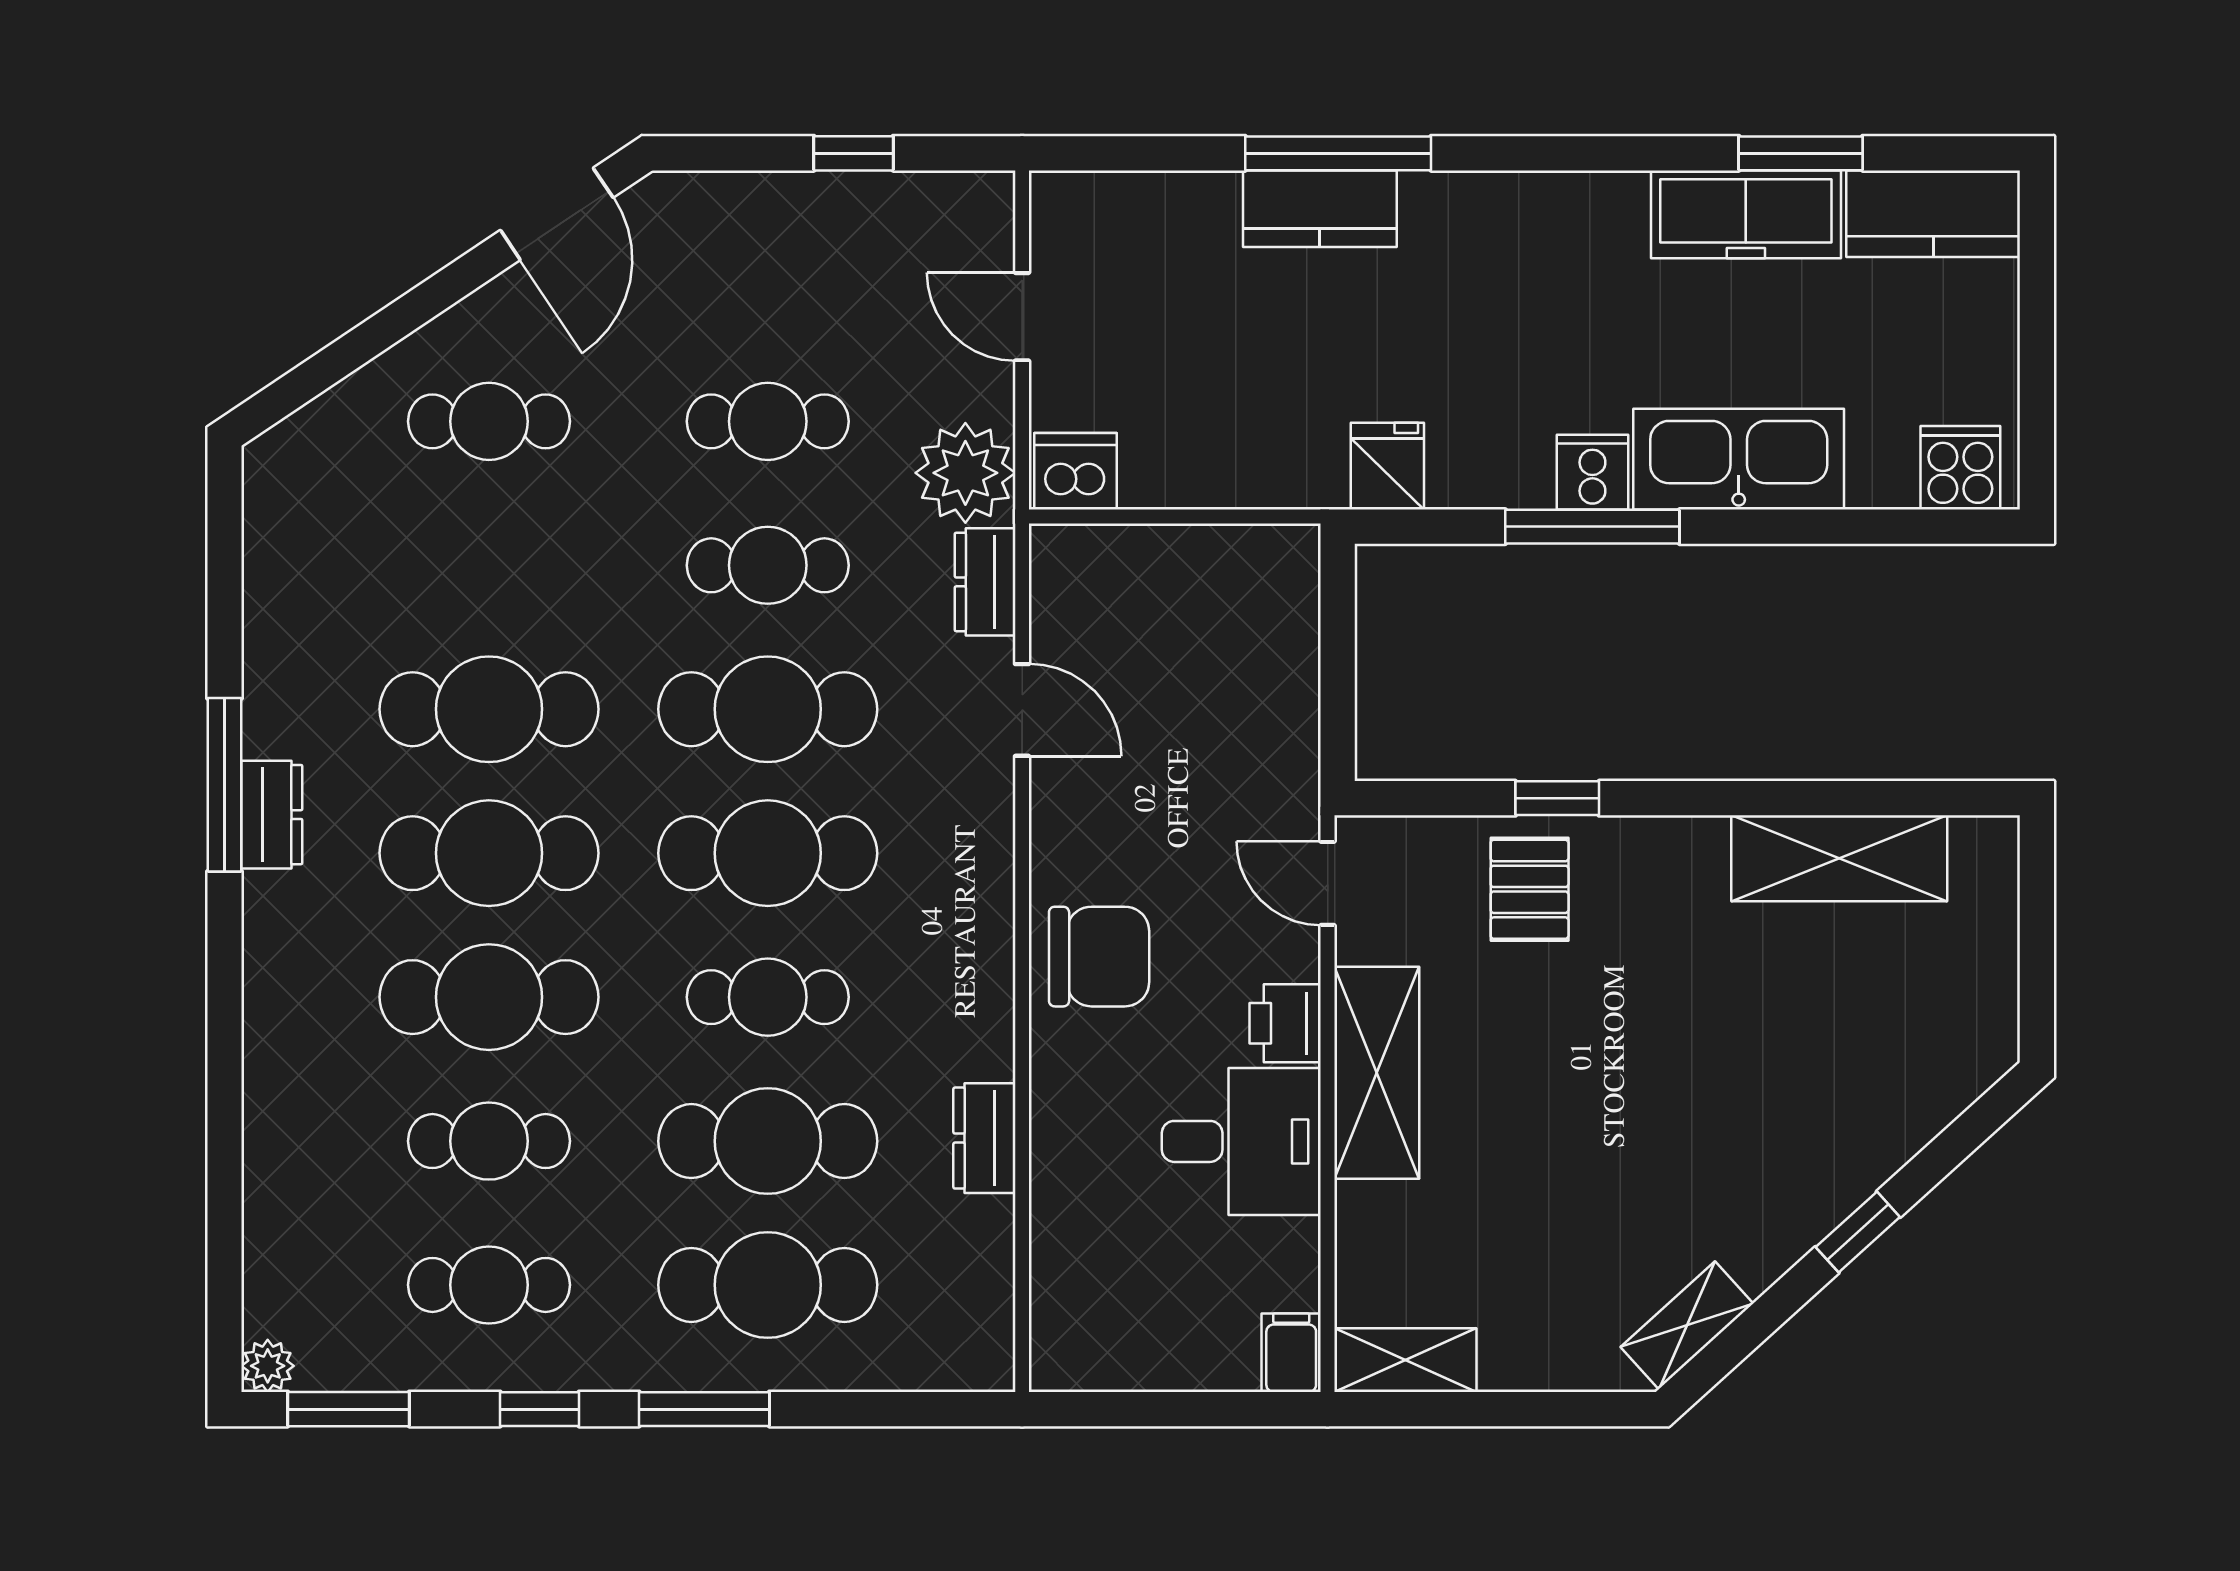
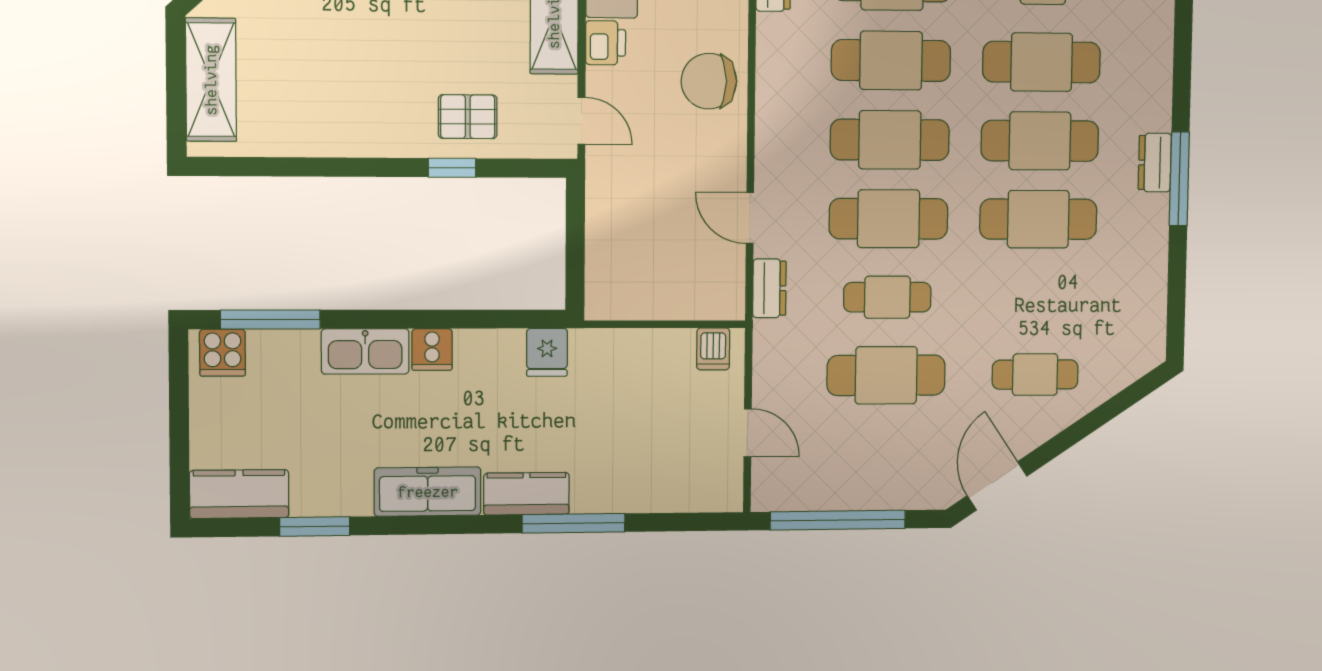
window: (853, 153) -> (838, 520), width x3.17
kitchen counter: (1320, 209) -> (526, 494), moved
freezer: (1746, 214) -> (428, 492), moved
cafe table: (768, 421) -> (886, 375), width x1.37, depth x1.35
kitchen sink: (1739, 459) -> (365, 351), width x0.73, depth x0.81
dishwasher: (1076, 471) -> (713, 349), width x0.73
plant: (965, 473) -> (779, 348), removed
window: (1592, 527) -> (270, 320), moved
shelving: (1839, 858) -> (211, 80), moved, turned 90
pallet: (1530, 889) -> (468, 117), turned 90
cafe table: (768, 997) -> (891, 60), width x1.37, depth x1.35

